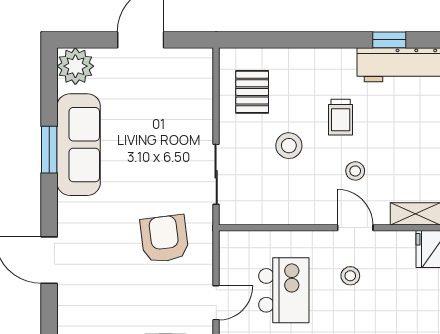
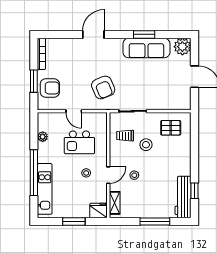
trolley: (341, 117) -> (125, 136), moved
armchair: (164, 239) -> (103, 87), turned 74

